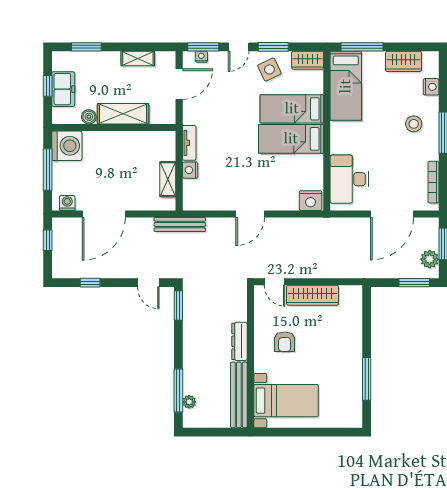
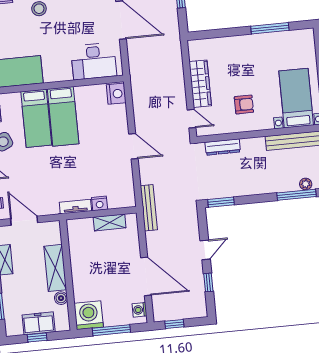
door: (274, 282) -> (192, 119), hinge flipped
door: (148, 283) -> (205, 250), moved
dresser: (239, 341) -> (223, 147), moved

